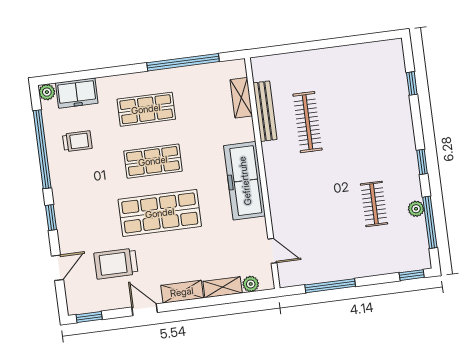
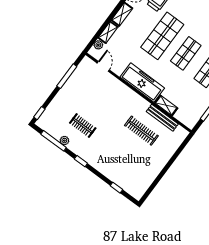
shelving: (241, 98) -> (166, 105), moved
door: (272, 251) -> (103, 66), swing flipped

